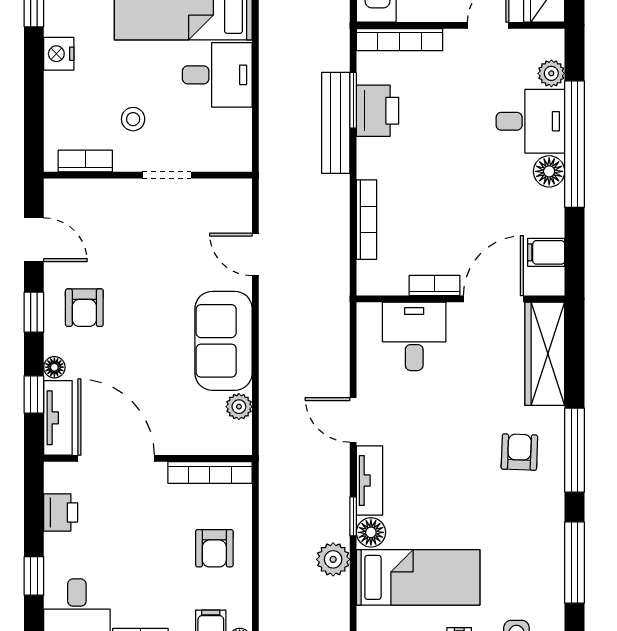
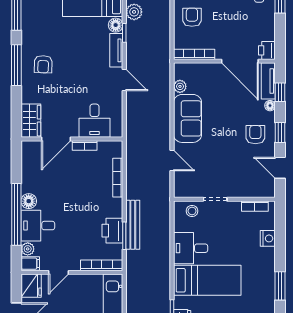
nightstand: (59, 54) -> (268, 238), moved
stool: (133, 119) -> (192, 211), moved
filing cabinet: (546, 252) -> (30, 264), moved
wardrobe: (545, 354) -> (31, 121), width x0.67
printer: (61, 512) -> (267, 50), moved

